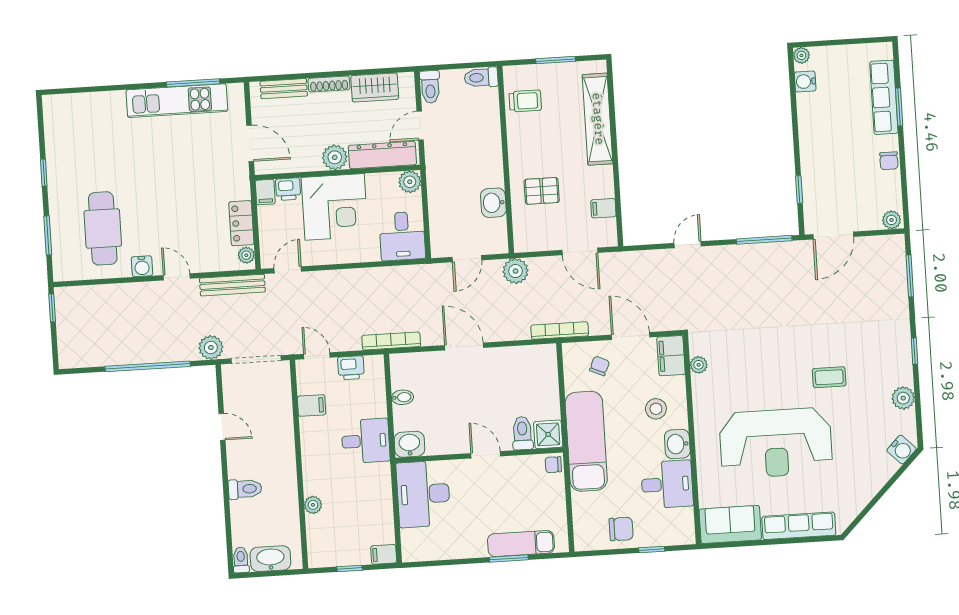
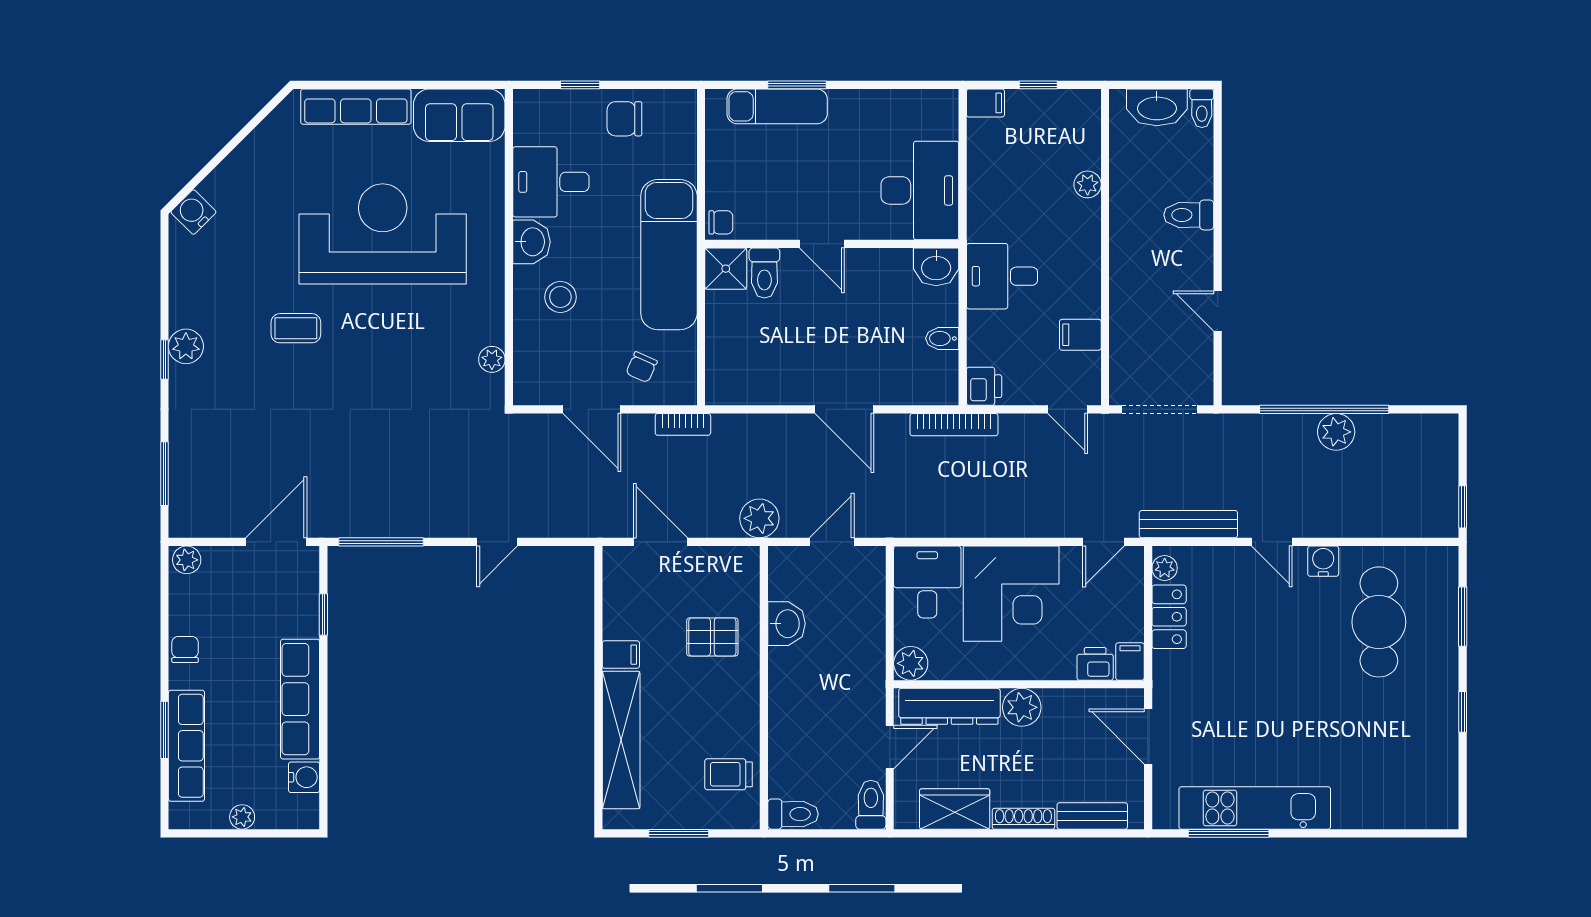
plant: (801, 55) -> (242, 817), moved
row of seats: (811, 133) -> (300, 699), added
corner desk: (335, 207) -> (1011, 594), moved, turned 180
filing cabinet: (603, 208) -> (621, 655), moved
bookcase: (560, 331) -> (683, 424), width x0.64
plant: (211, 348) -> (1336, 432), moved
filing cabinet: (671, 356) -> (533, 376), removed
printer: (351, 368) -> (984, 386), moved, turned 90
plant: (903, 398) -> (186, 346), moved

